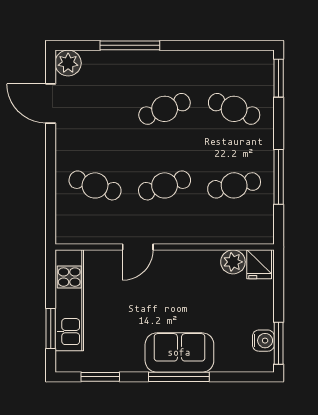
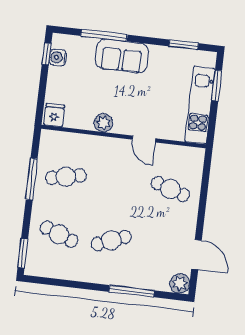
cafe table: (165, 185) -> (118, 183), removed
door: (138, 247) -> (144, 139), swing flipped
plant: (233, 262) -> (103, 123), moved
window: (279, 343) -> (47, 54), width x0.67
window: (179, 377) -> (104, 35), moved

